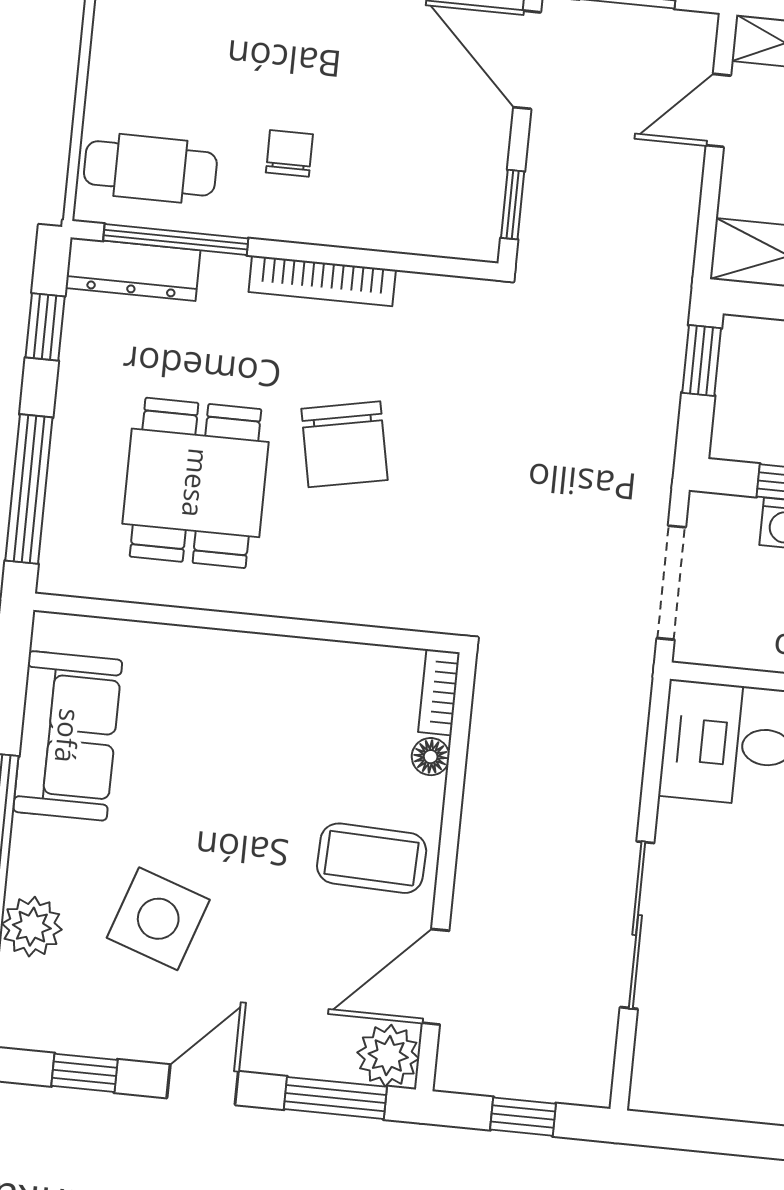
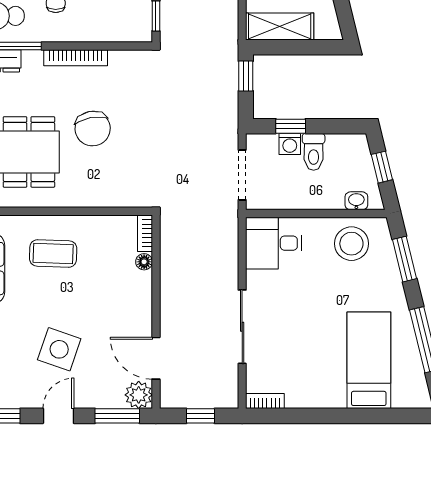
coffee table: (372, 858) -> (53, 253), moved
side table: (158, 919) -> (59, 349), moved
door: (436, 977) -> (156, 358), hinge flipped
bookcase: (672, 1098) -> (265, 401), added

